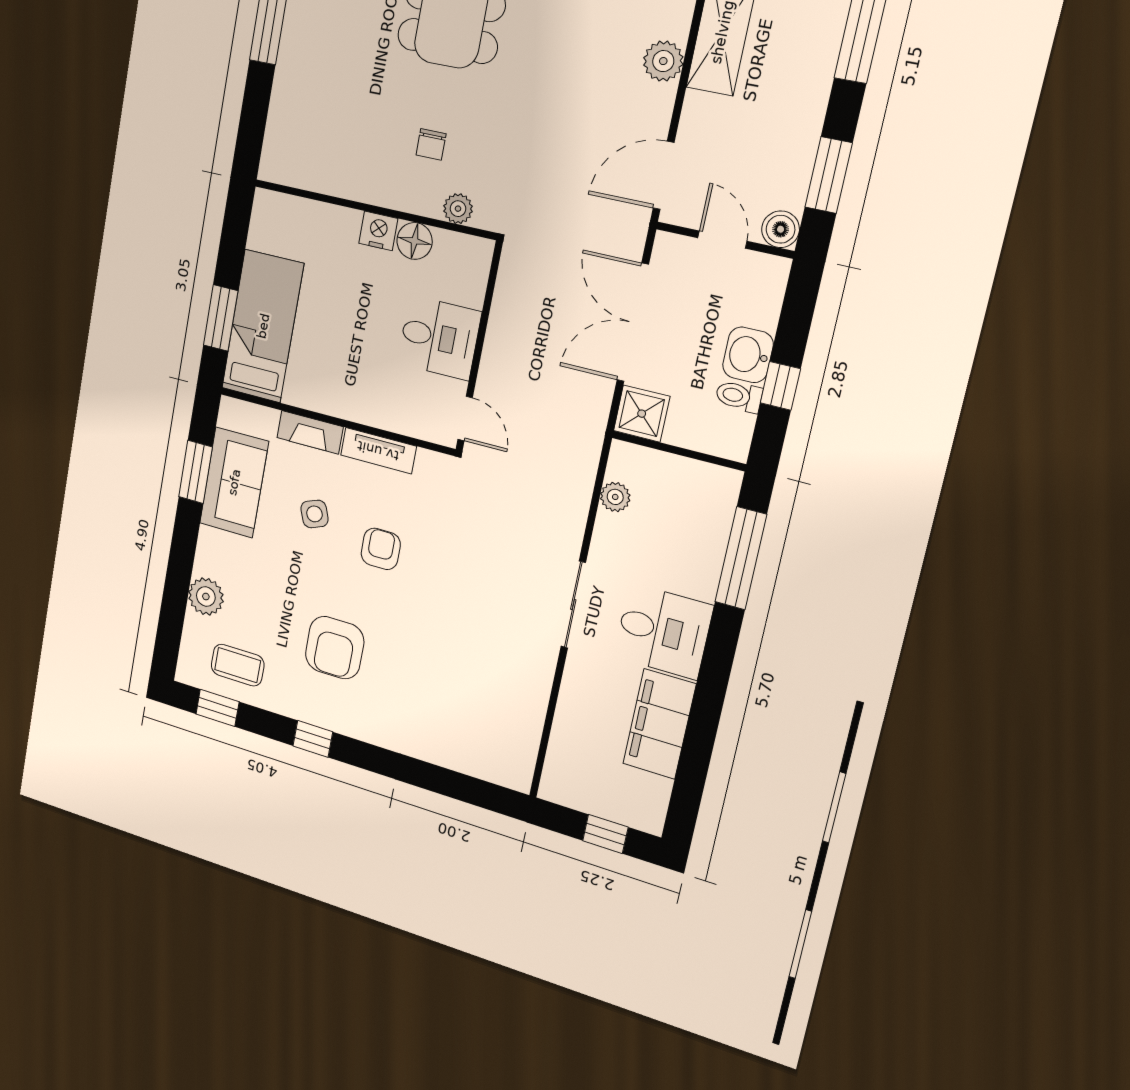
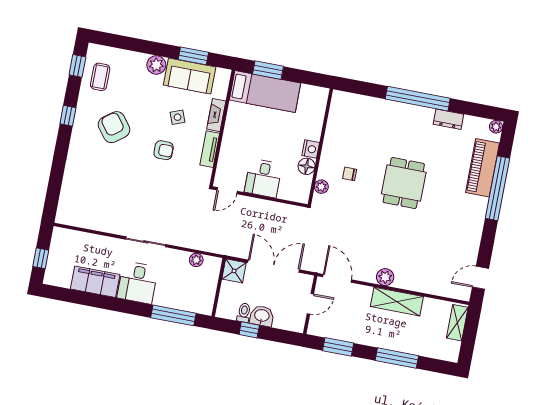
boiler: (781, 229) -> (315, 328), removed
plant: (206, 597) -> (156, 65), moved
armchair: (335, 648) -> (114, 127), turned 53

